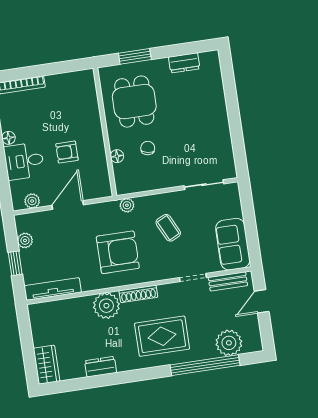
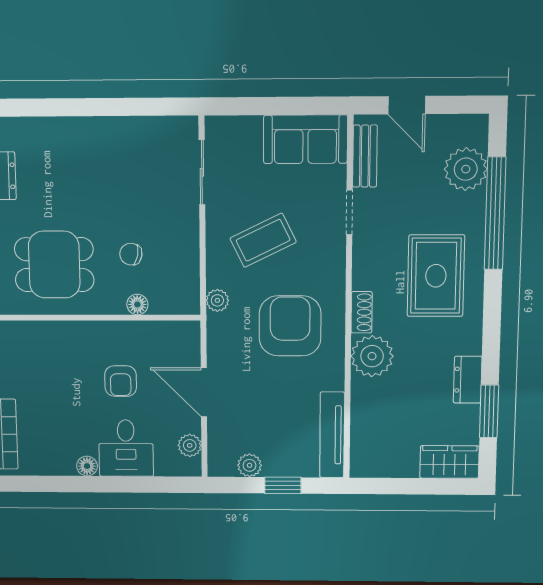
coffee table: (168, 228) -> (263, 240), width x1.36, depth x1.30
shoe rack: (138, 294) -> (362, 312), width x0.70
window: (83, 383) -> (489, 411), added

